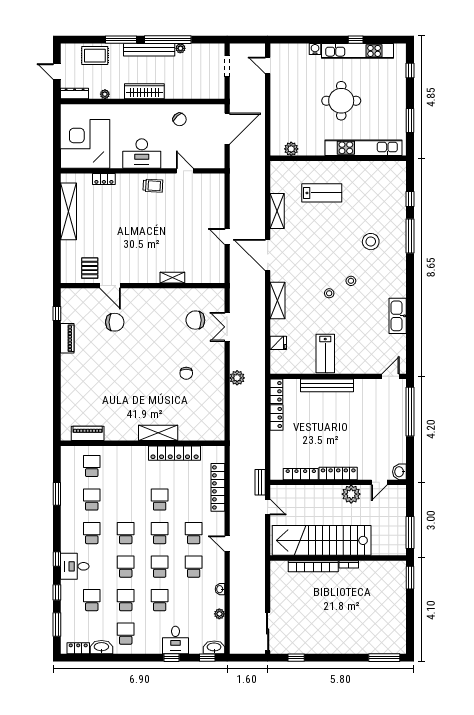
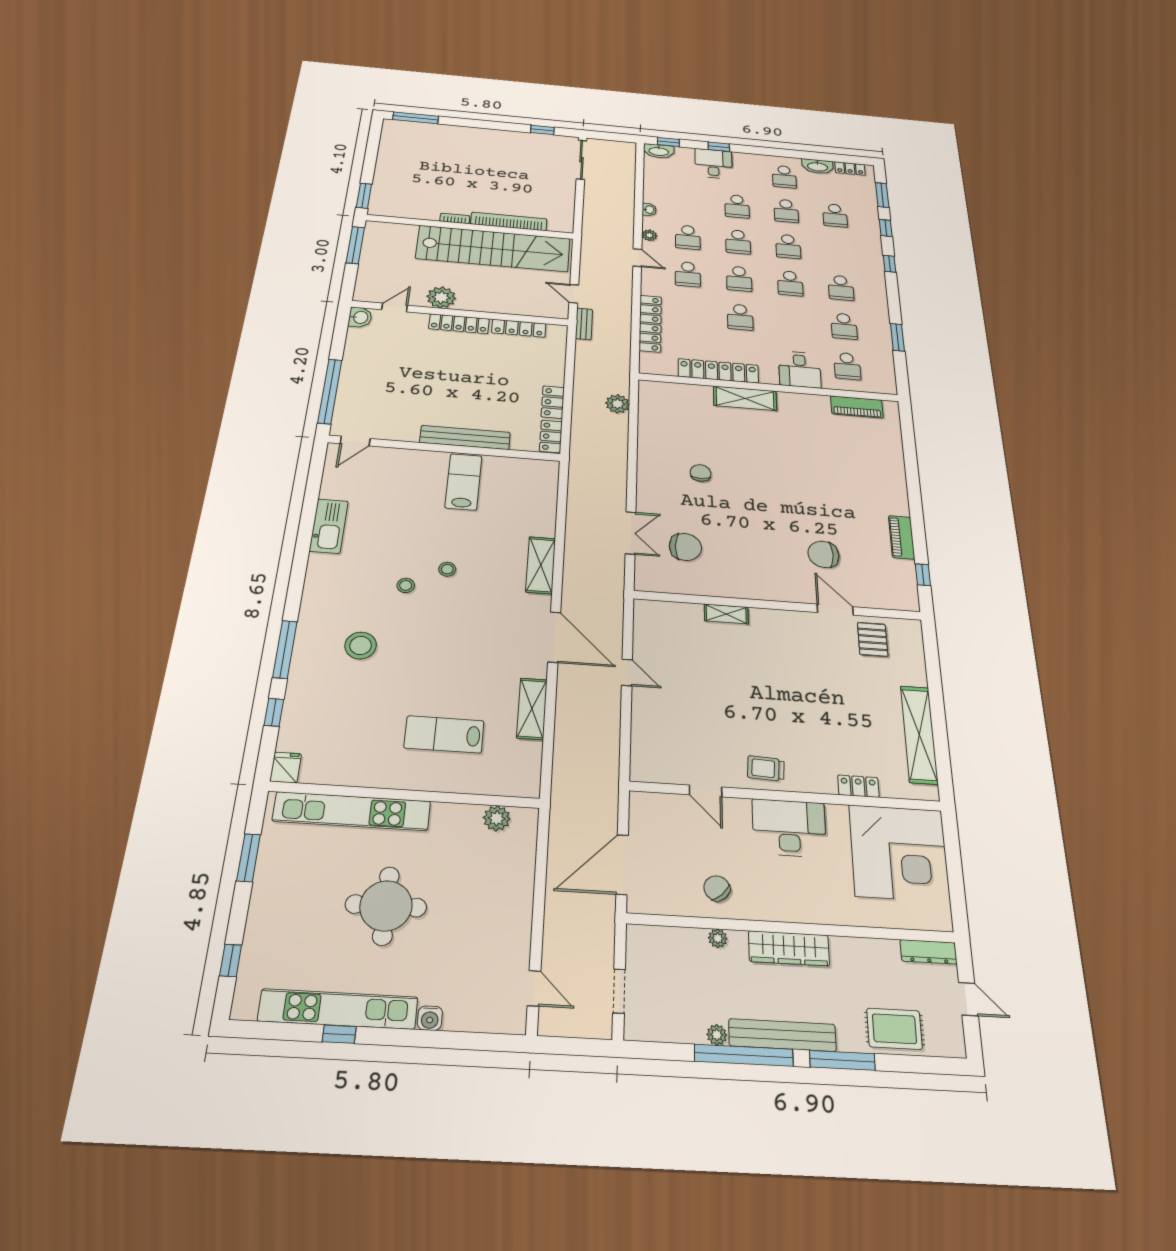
plant: (105, 94) -> (718, 938), moved
fridge: (278, 343) -> (286, 767), moved, turned 90
plant: (237, 378) -> (617, 404), moved
desk: (75, 566) -> (800, 369), moved, turned 90
plant: (219, 614) -> (649, 235), moved

